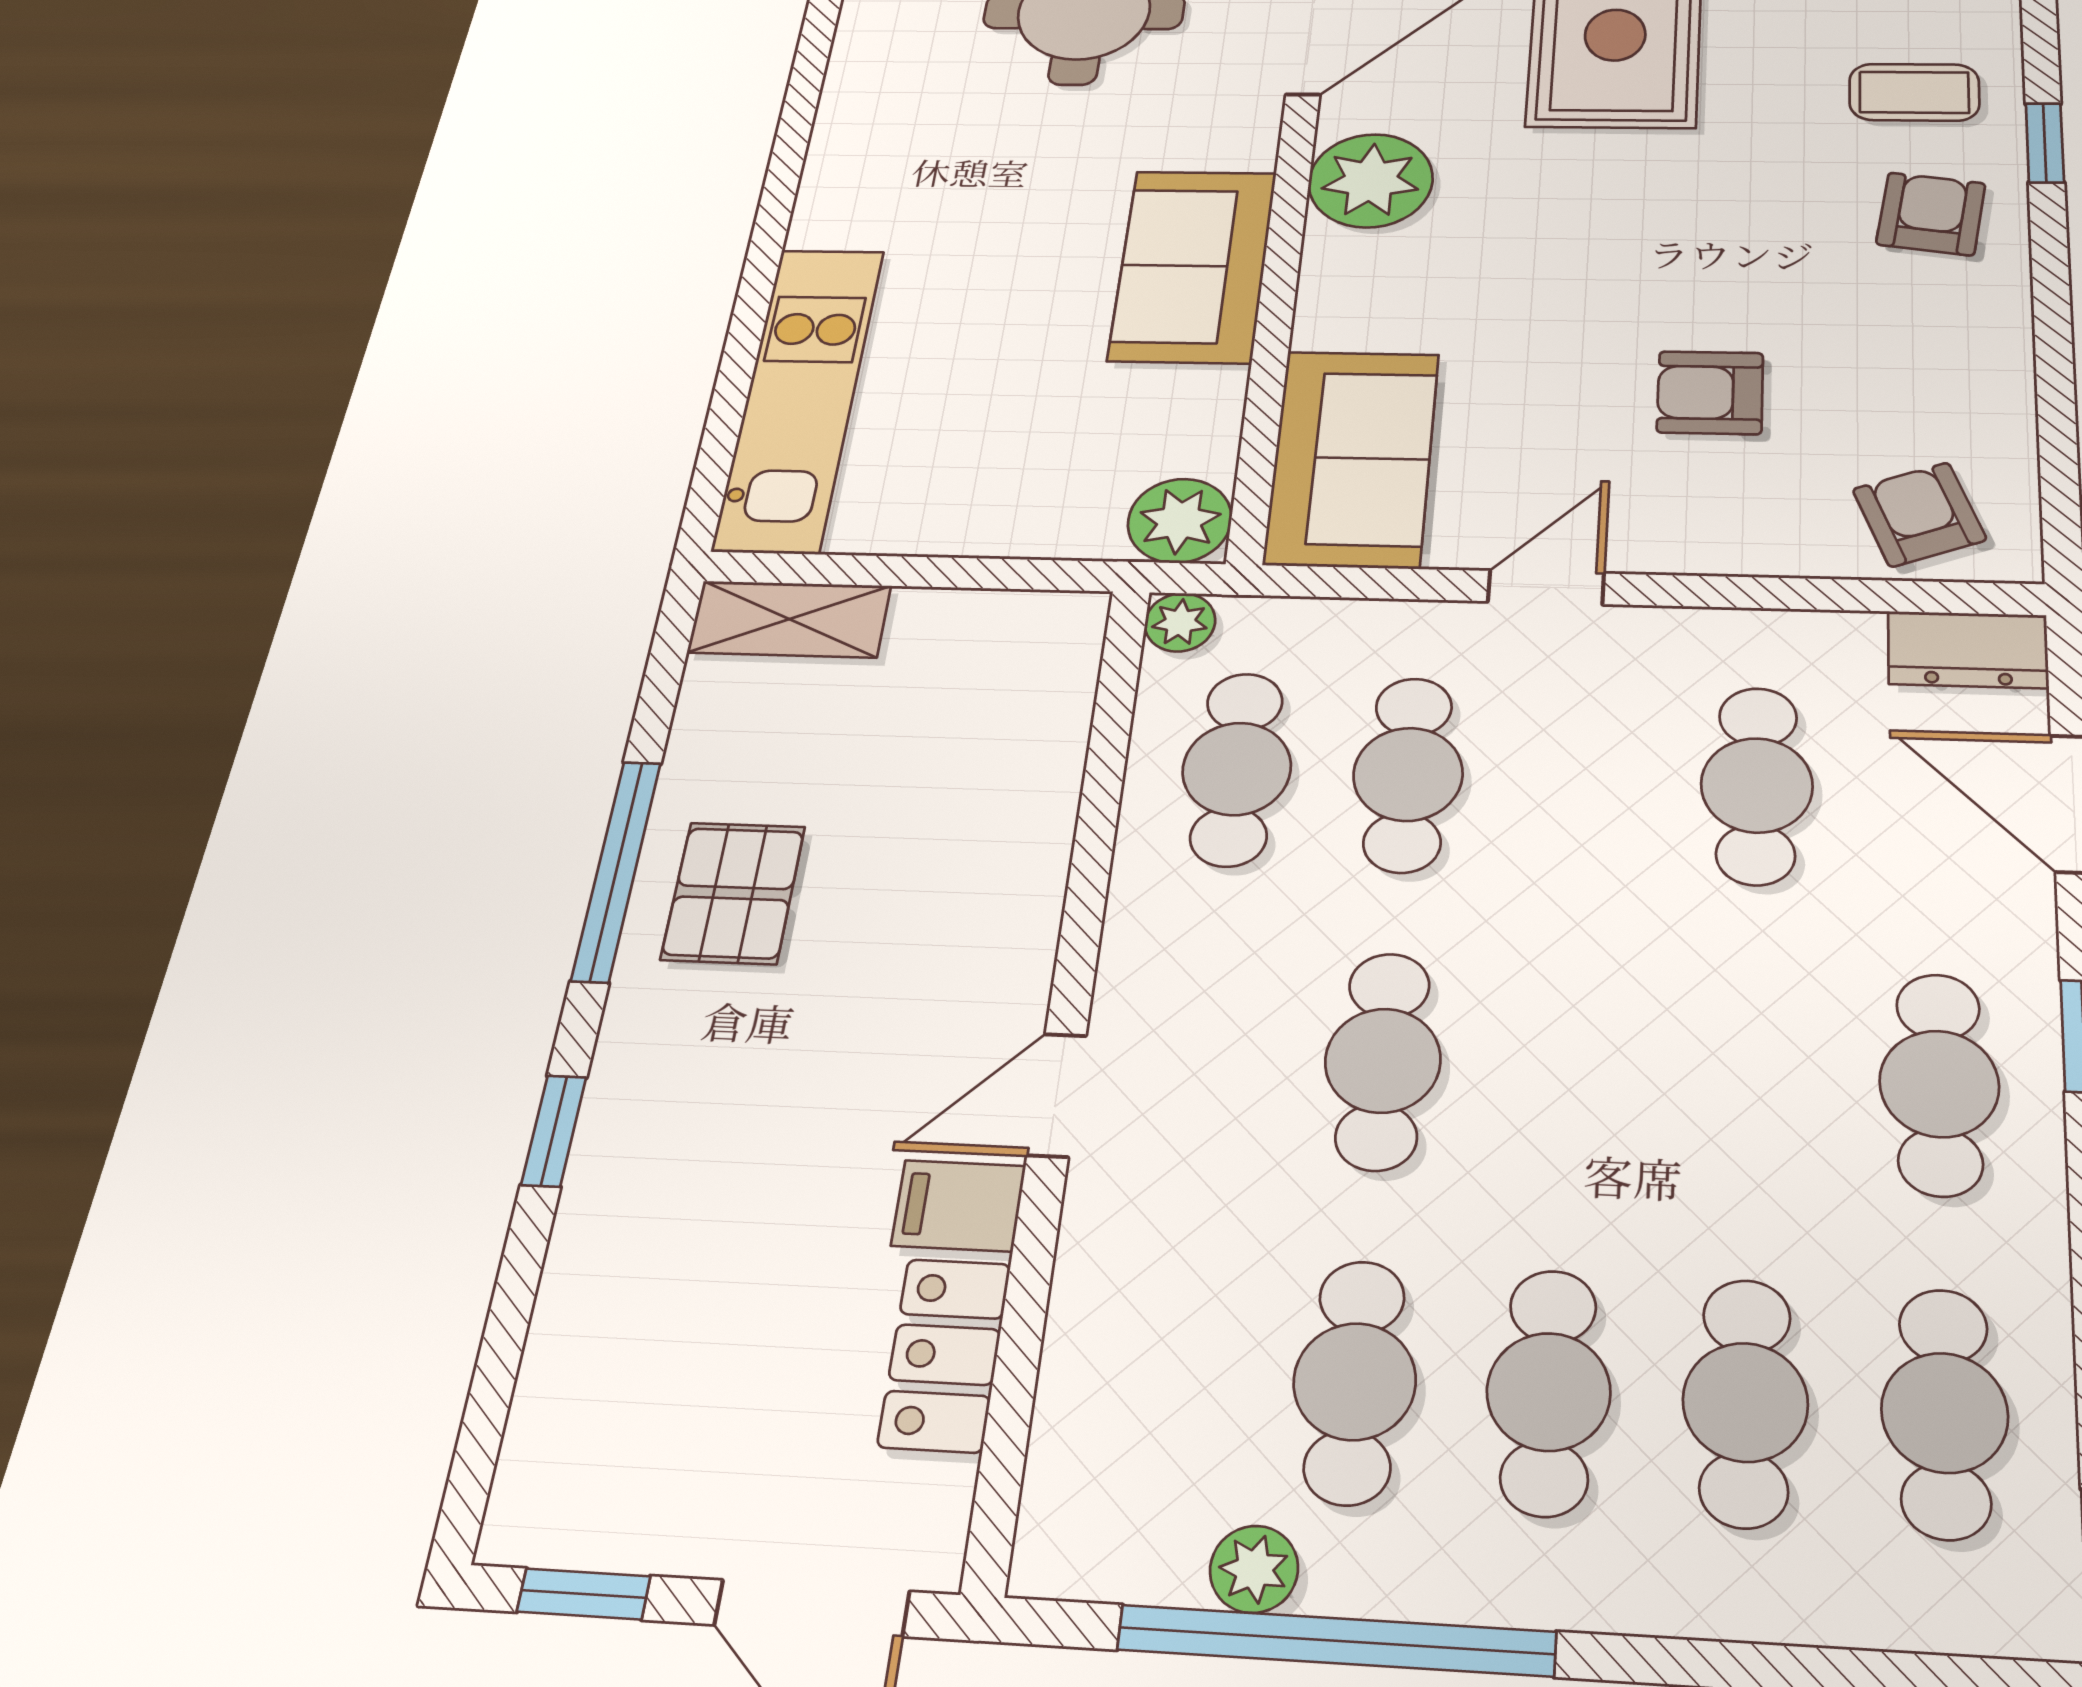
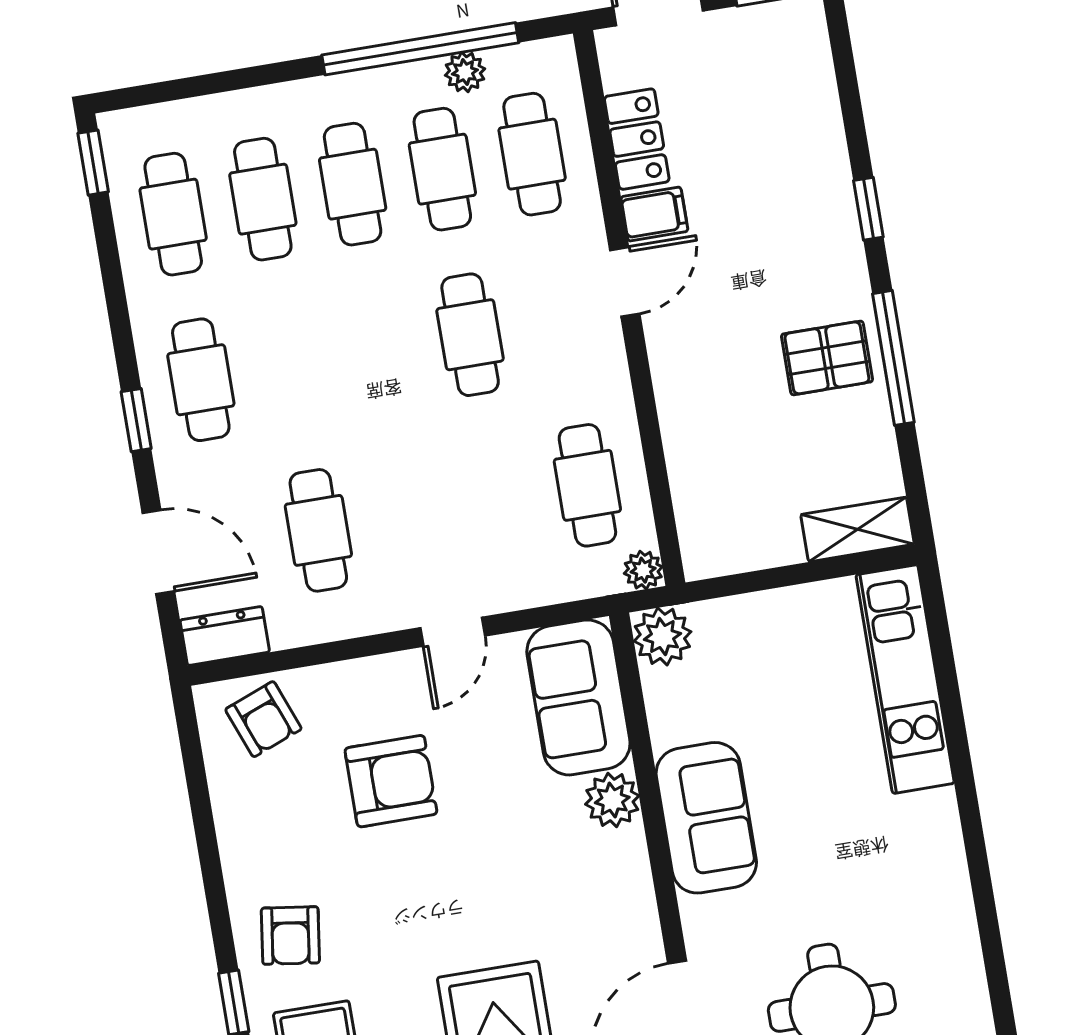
plant: (1371, 181) -> (612, 800), moved, width x0.73, depth x0.73
armchair: (1710, 393) -> (391, 781), width x1.38, depth x1.38
cafe table: (1408, 774) -> (532, 154), moved
pallet: (733, 893) -> (827, 358), turned 90

